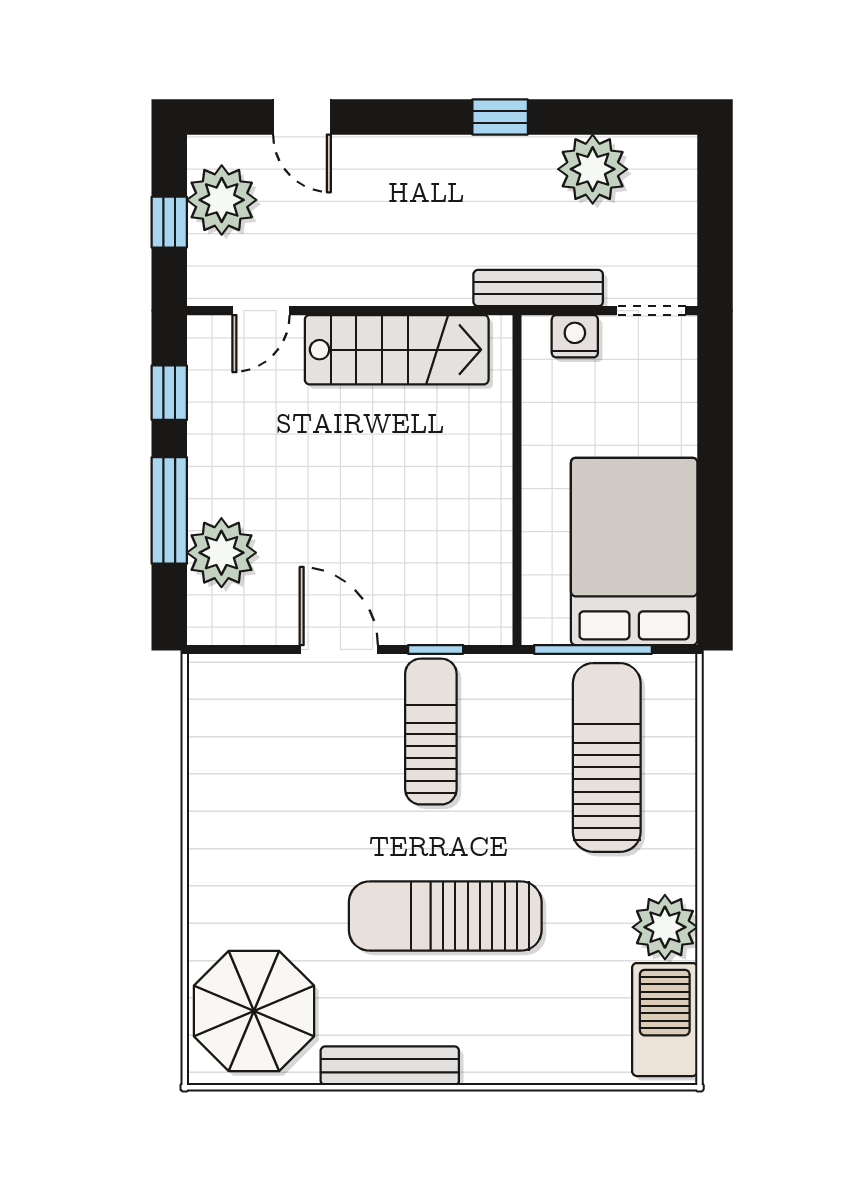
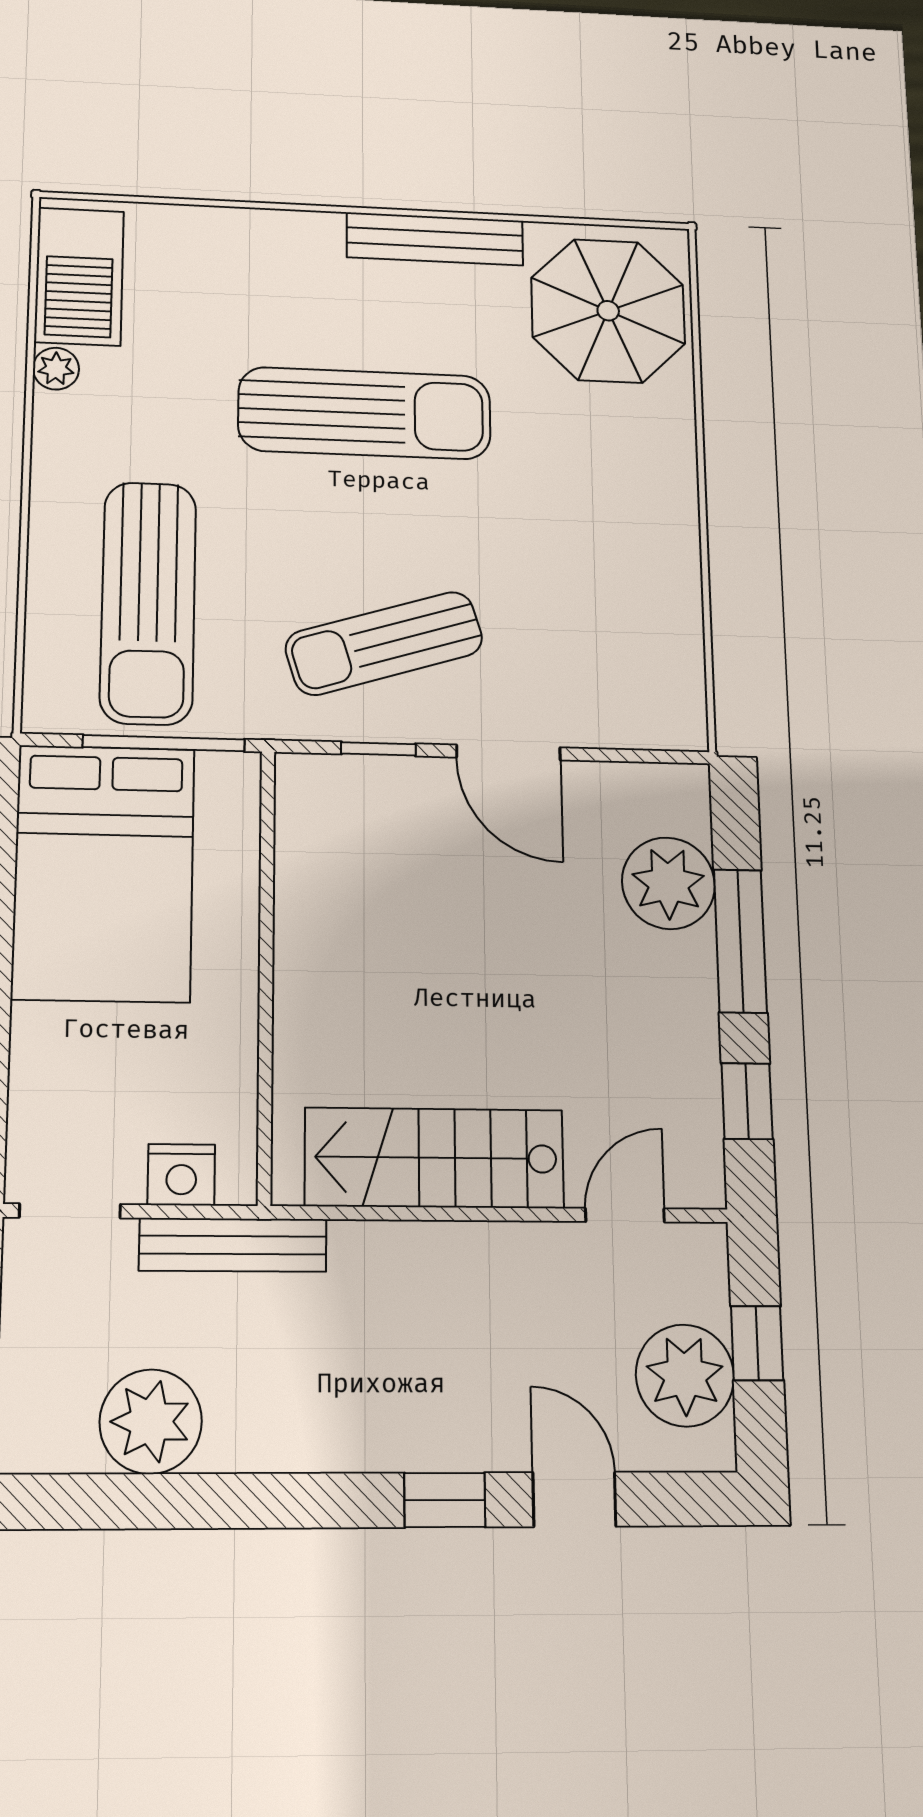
window: (500, 117) -> (445, 1500), moved
sun lounger: (431, 732) -> (384, 643), turned 73
plant: (665, 927) -> (56, 369), width x0.53, depth x0.53

